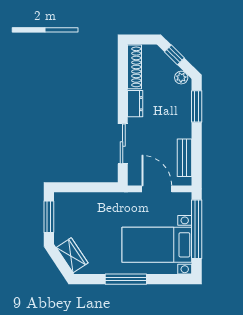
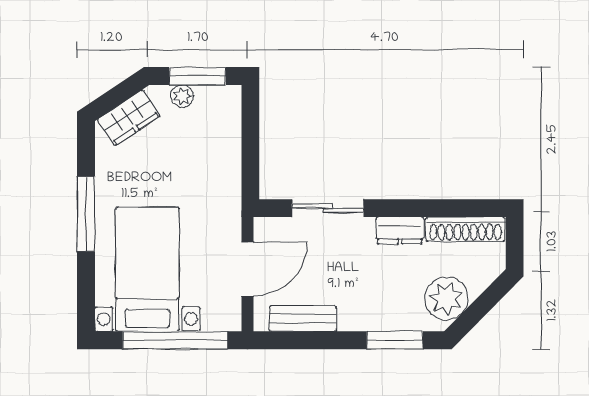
window: (174, 55) -> (487, 301), removed
plant: (181, 78) -> (446, 298), width x1.88, depth x1.88
plant: (60, 225) -> (182, 96), added

